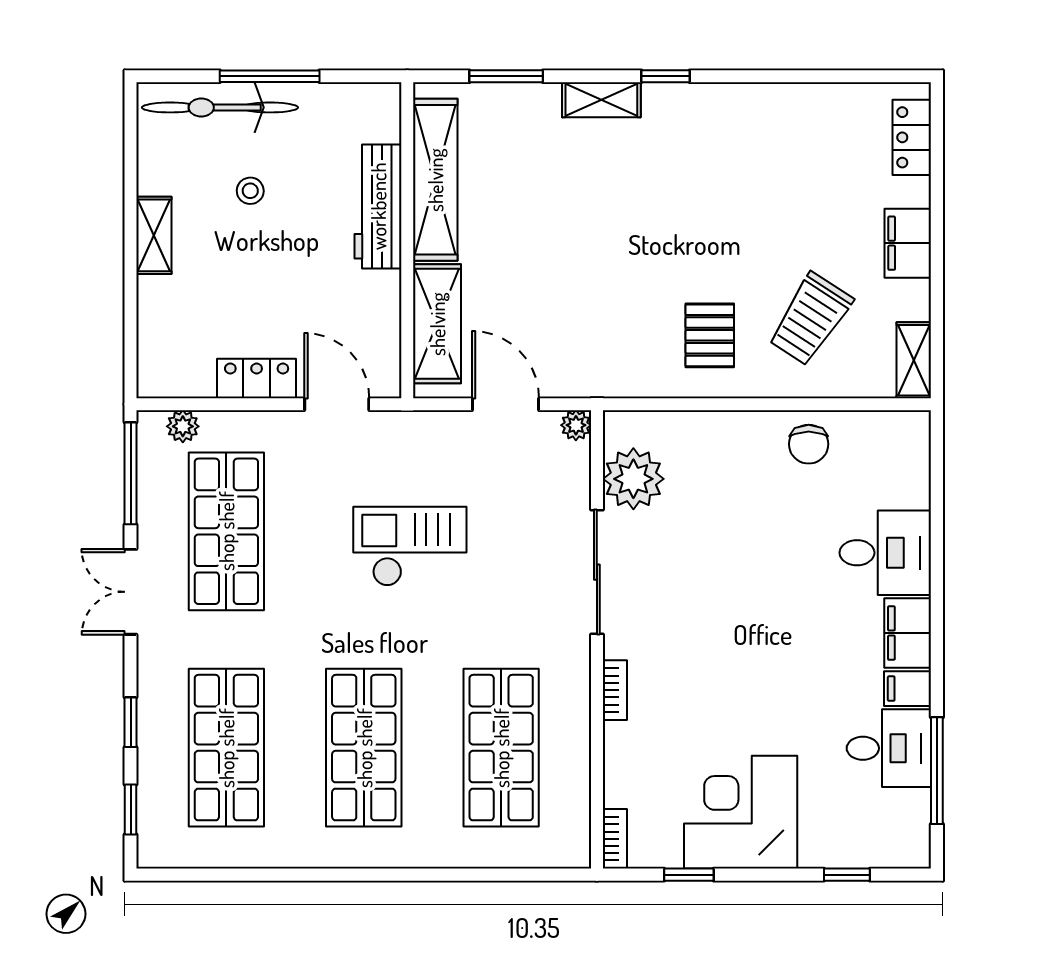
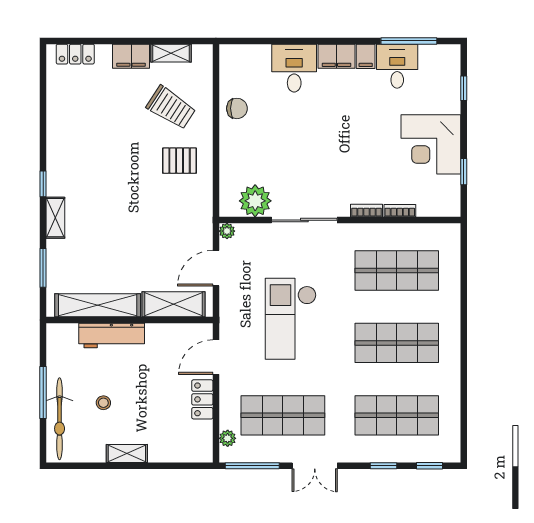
shelving: (914, 360) -> (171, 53), moved
checkout: (410, 546) -> (291, 319), width x1.36, depth x1.21
bookcase: (615, 839) -> (400, 211), moved

